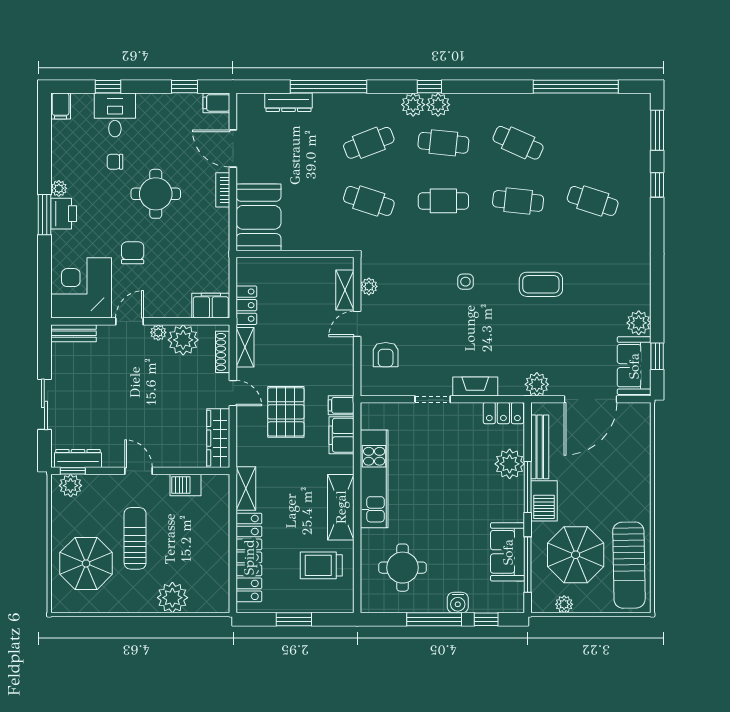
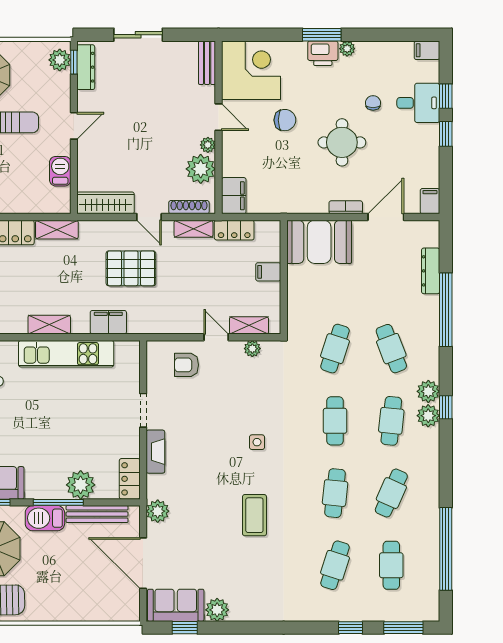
window: (185, 87) -> (446, 134), moved
cafe table: (593, 143) -> (391, 565), added
door: (233, 393) -> (149, 217), hinge flipped
filing cabinet: (341, 405) -> (268, 272), moved, turned -90
shelving: (341, 507) -> (49, 325), width x0.67, depth x0.75

